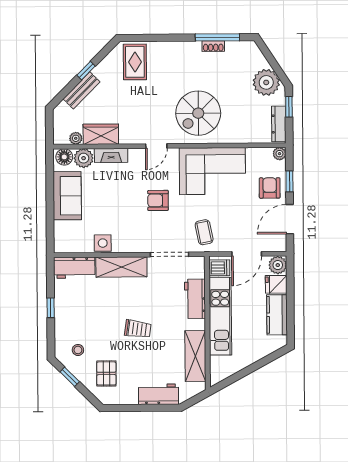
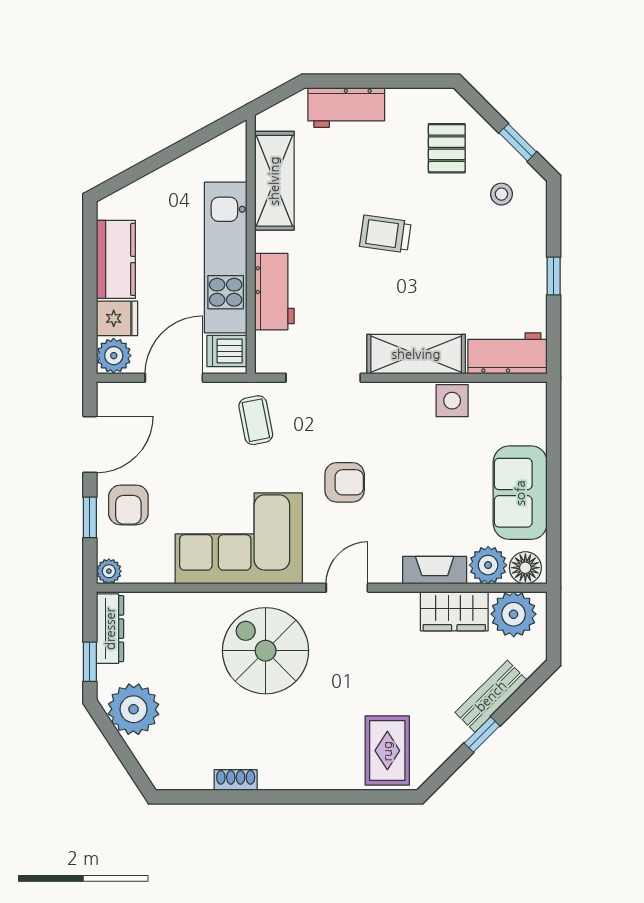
window: (217, 37) -> (227, 797), removed
spiral stairs: (198, 113) -> (266, 651), turned -90
plant: (76, 138) -> (514, 614), width x1.88, depth x1.88

